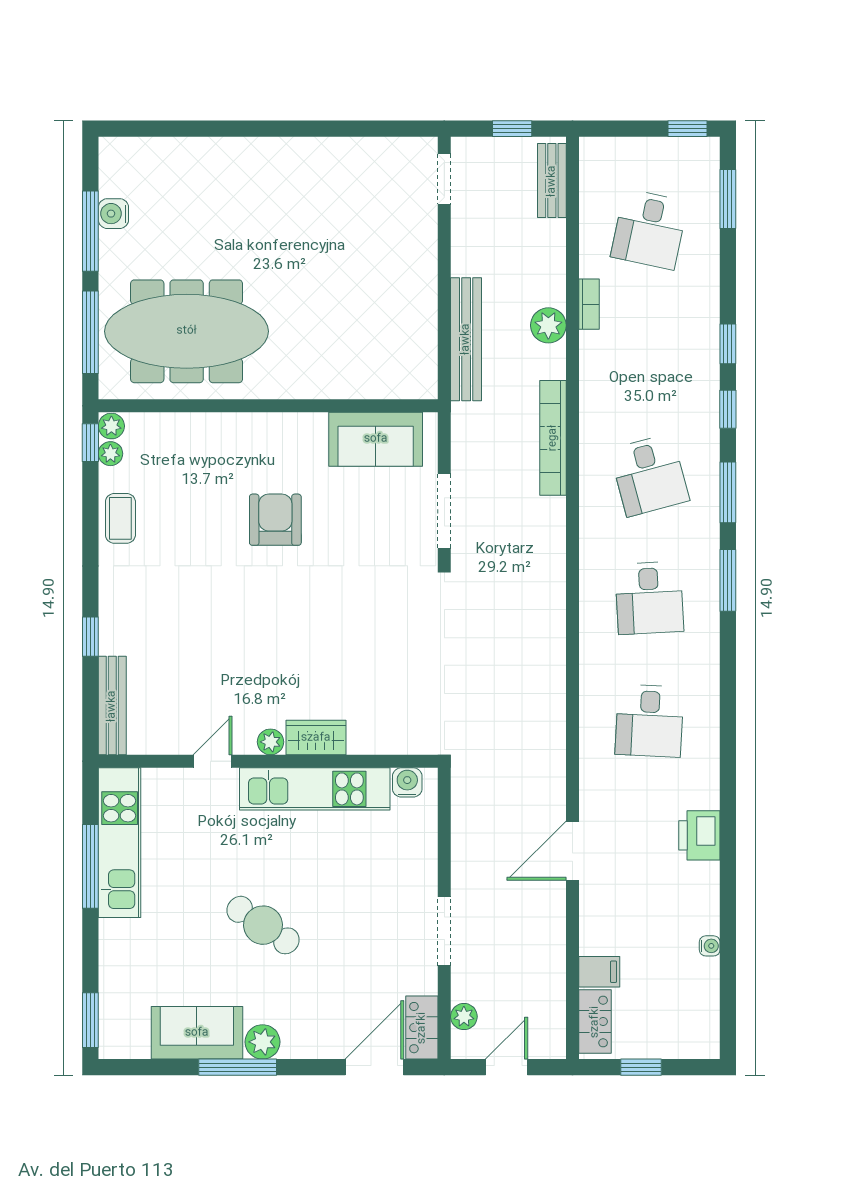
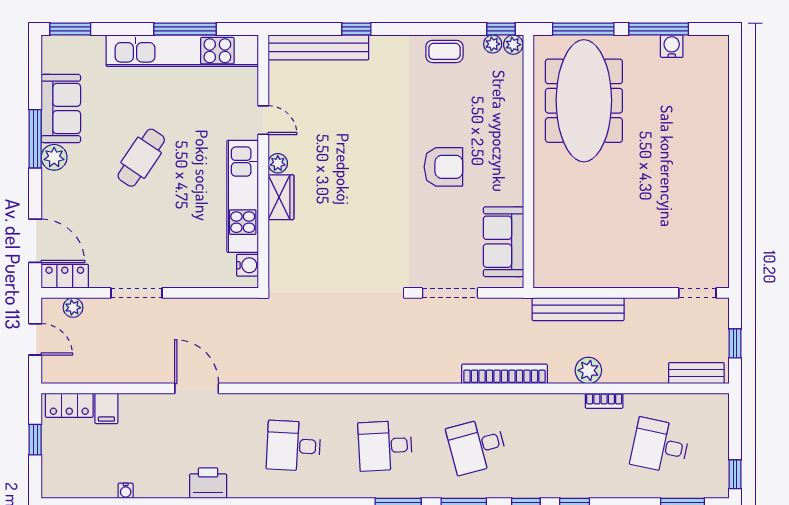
bench: (112, 706) -> (318, 47), width x1.37, depth x1.21
kitchen unit: (120, 843) -> (182, 51), width x1.36

